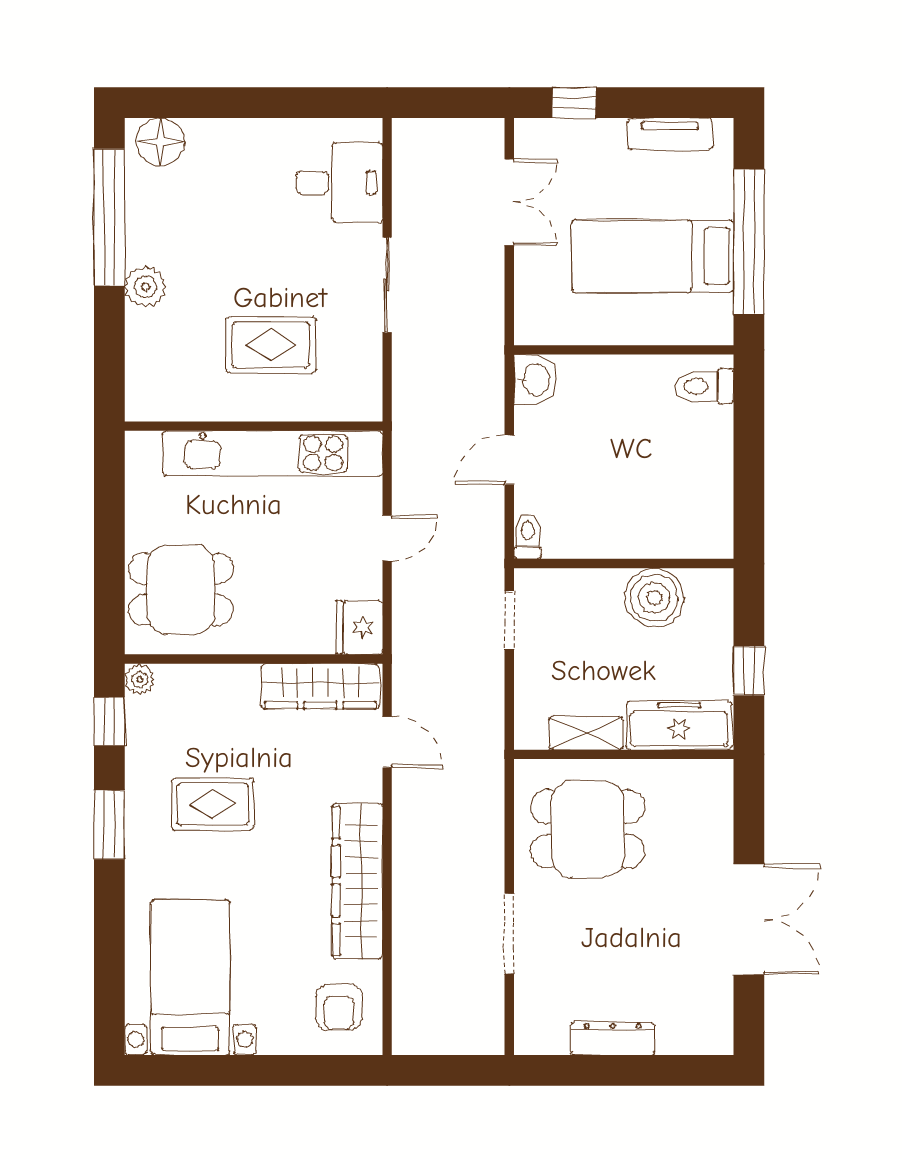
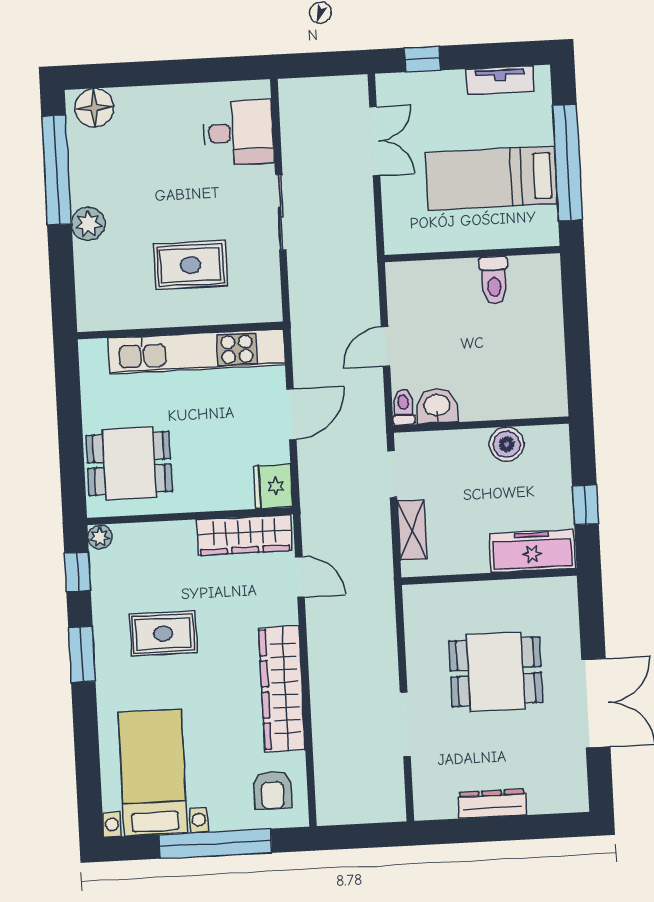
washbasin: (535, 380) -> (437, 406), moved, turned -90
toilet: (704, 386) -> (494, 280), moved, turned -90
door: (387, 538) -> (291, 414), width x1.38
boiler: (654, 598) -> (507, 444), width x0.73, depth x0.73
shelving: (586, 733) -> (412, 530), moved, turned 90
dining table: (588, 829) -> (496, 672), moved
window: (264, 1070) -> (215, 844), added

